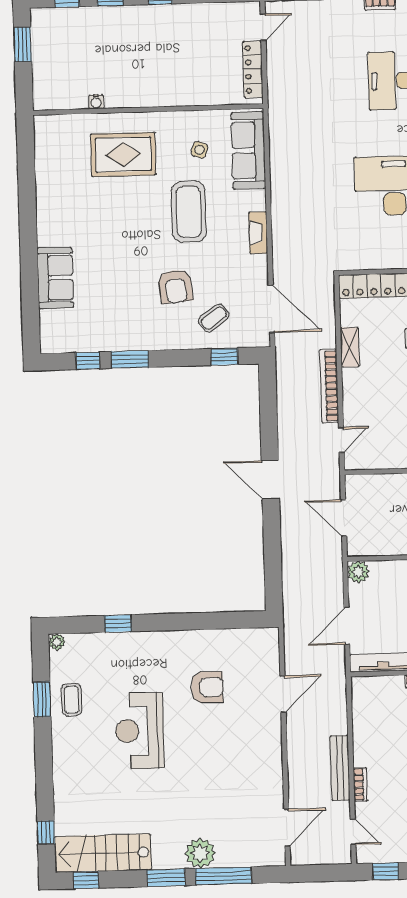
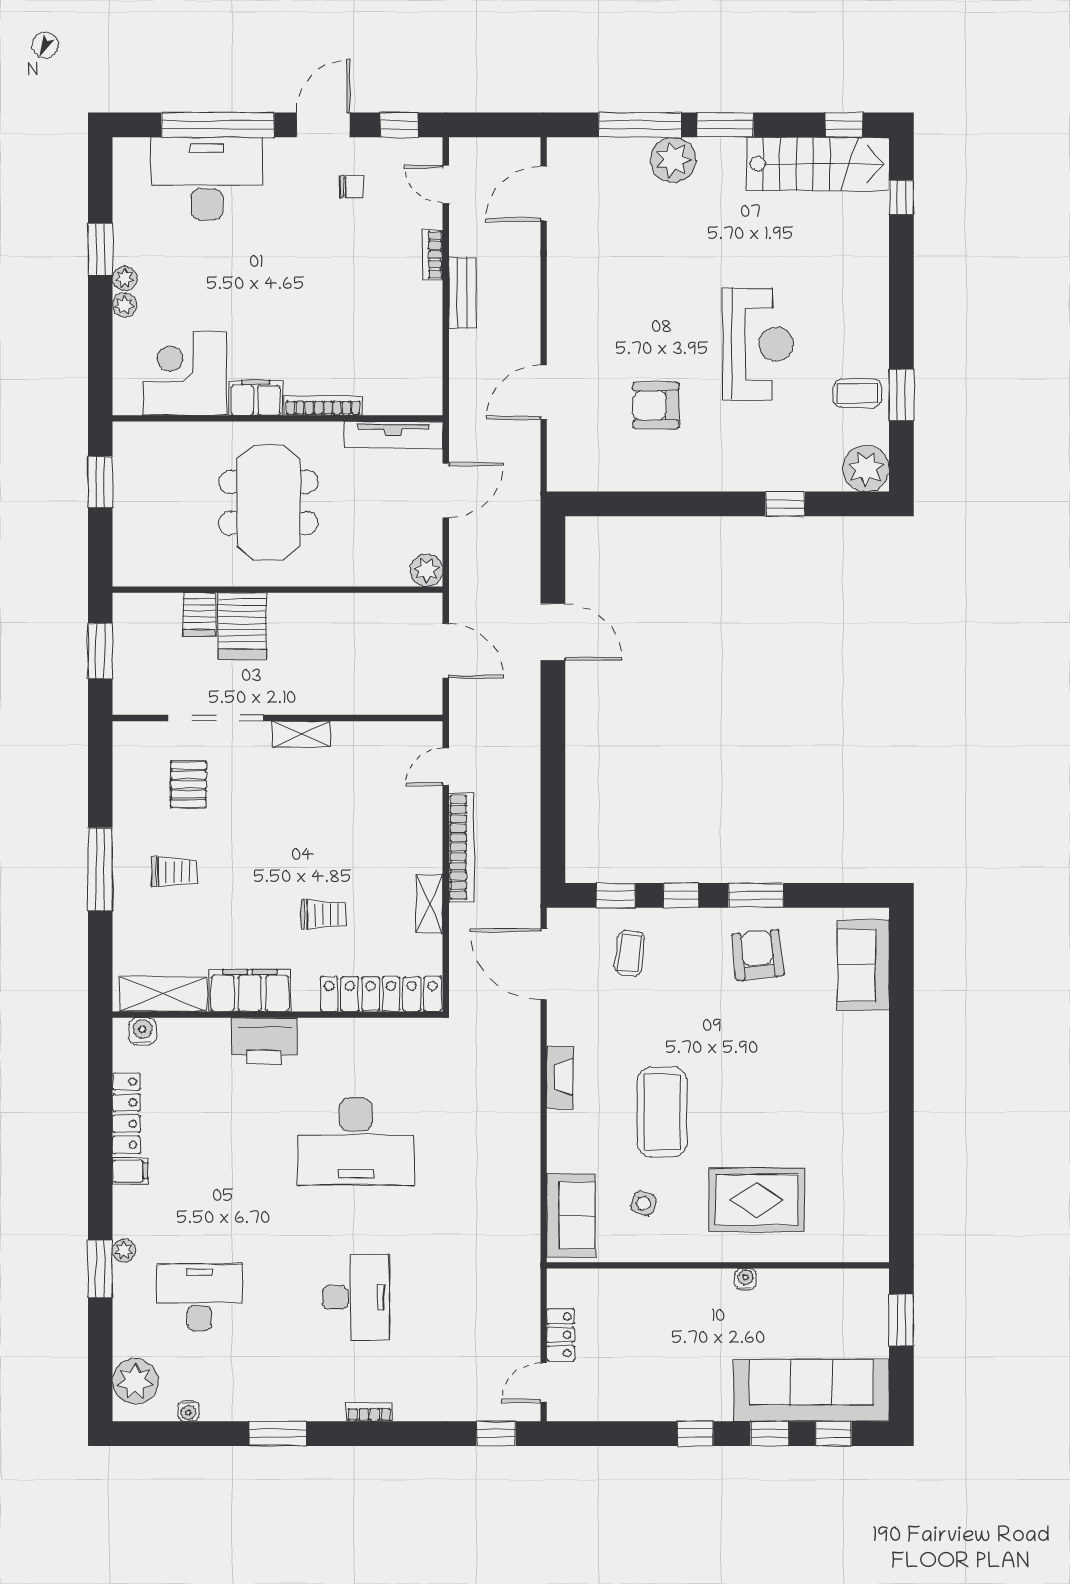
sofa: (83, 27) -> (811, 1390), added
window: (23, 44) -> (901, 1320), moved
locker: (253, 69) -> (561, 1335), width x0.66
water cooler: (96, 102) -> (745, 1279), moved
sofa: (248, 150) -> (571, 1215), width x0.73
sofa: (55, 278) -> (863, 965), moved
armchair: (175, 286) -> (758, 955), moved
coffee table: (214, 318) -> (630, 953), turned -48
window: (88, 361) -> (681, 895), moved
door: (270, 480) -> (553, 632), moved
plant: (57, 642) -> (866, 469), width x1.87, depth x1.87
coffee table: (72, 700) -> (857, 393), turned 90
bench: (340, 768) -> (462, 293), width x0.73

